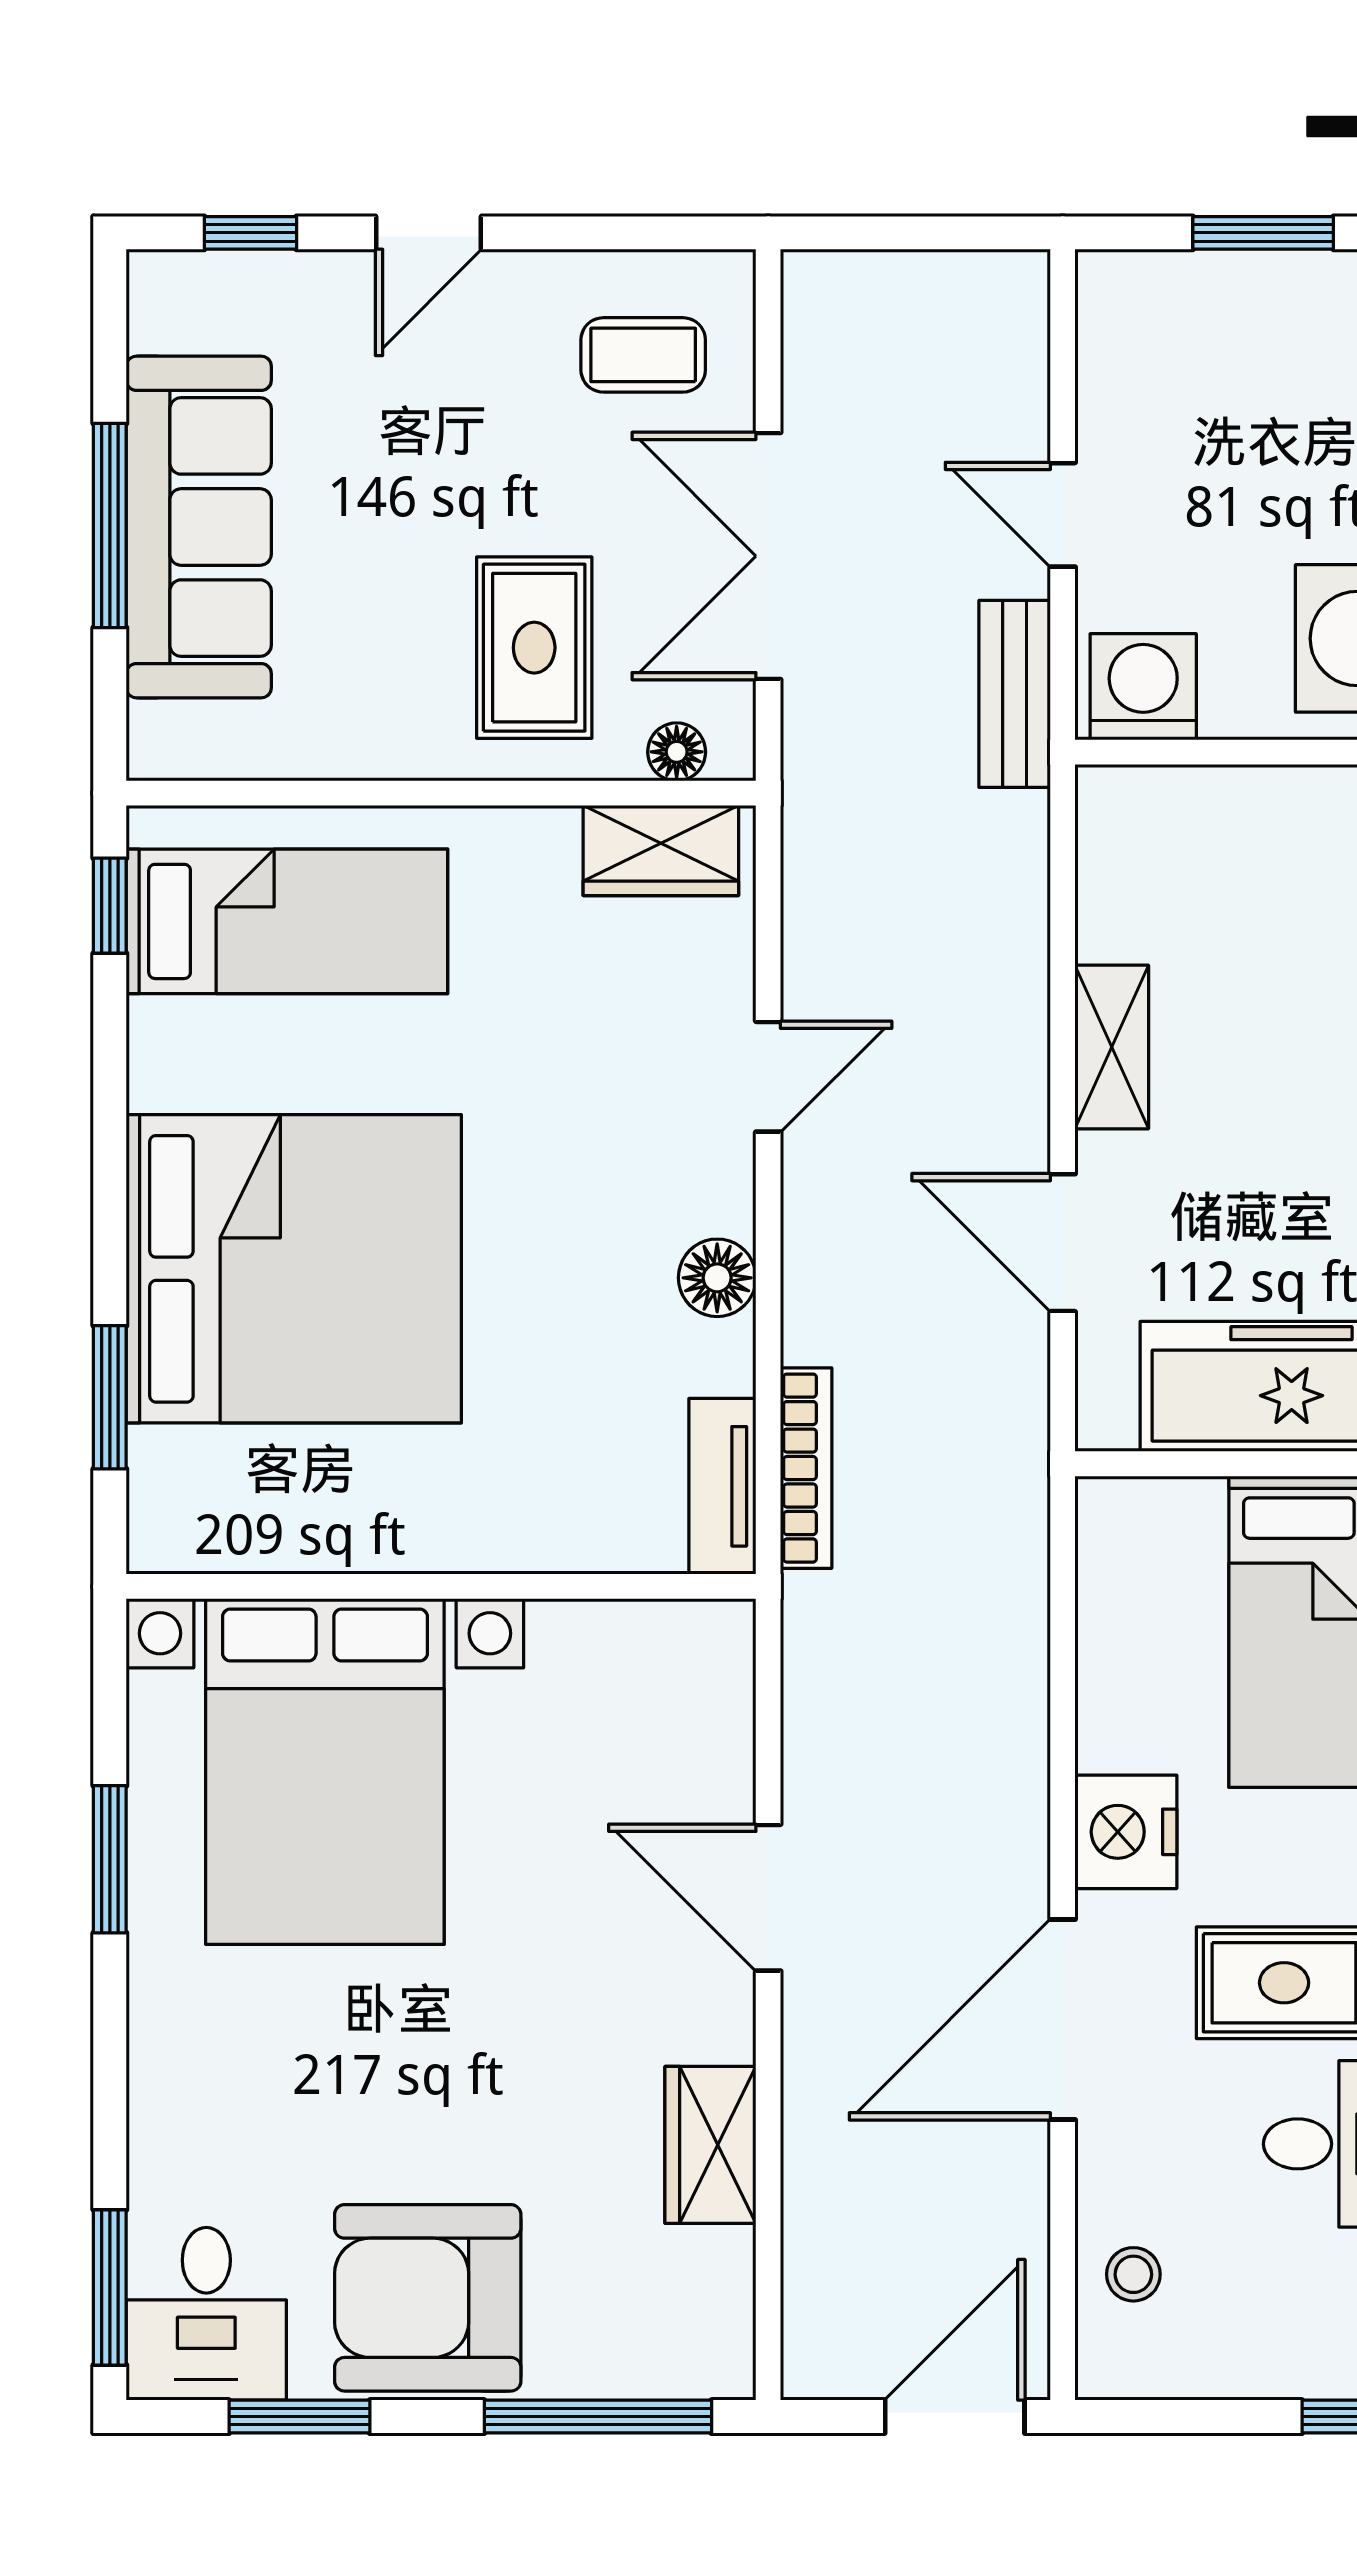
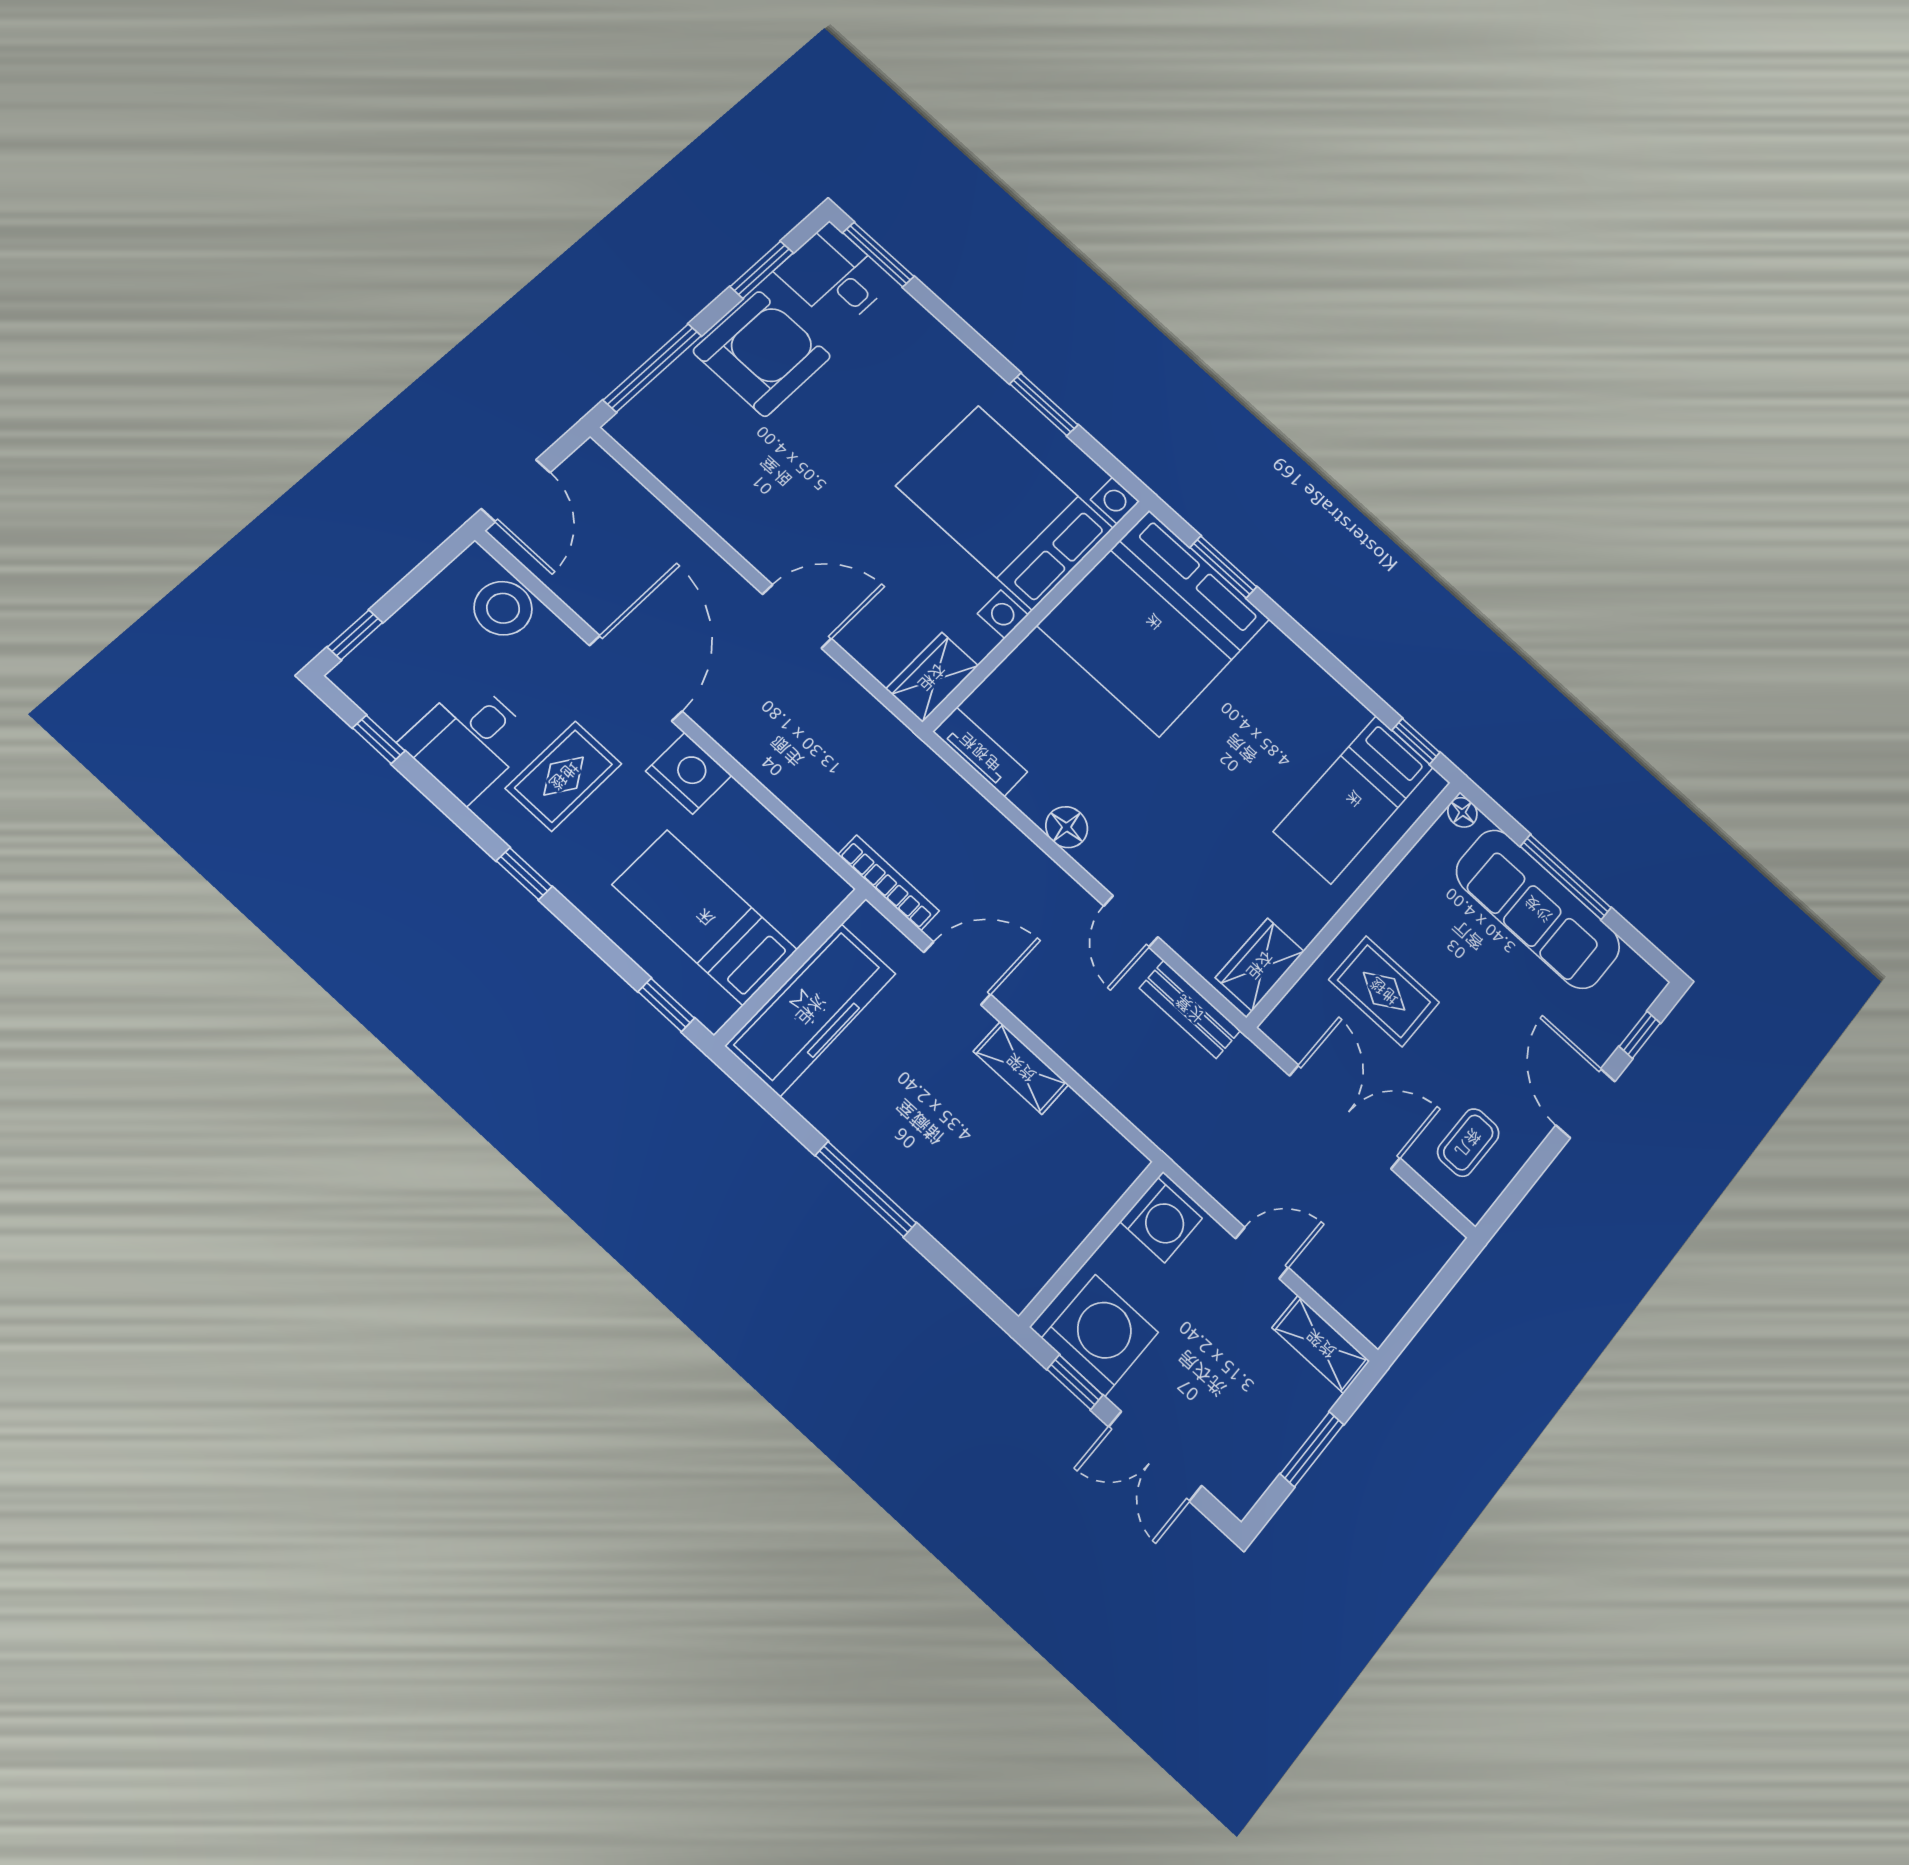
door: (429, 233) -> (1586, 1103), width x1.38
shelving: (1113, 334) -> (1321, 1344), added
bench: (1015, 694) -> (1190, 1009), moved
floor lamp: (677, 752) -> (1462, 812), moved
bed: (294, 1269) -> (1154, 622), moved
bookcase: (806, 1468) -> (889, 883), moved, turned 180
wardrobe: (710, 2145) -> (932, 677), moved, turned -90
stool: (1133, 2274) -> (503, 608), width x1.89, depth x1.89

